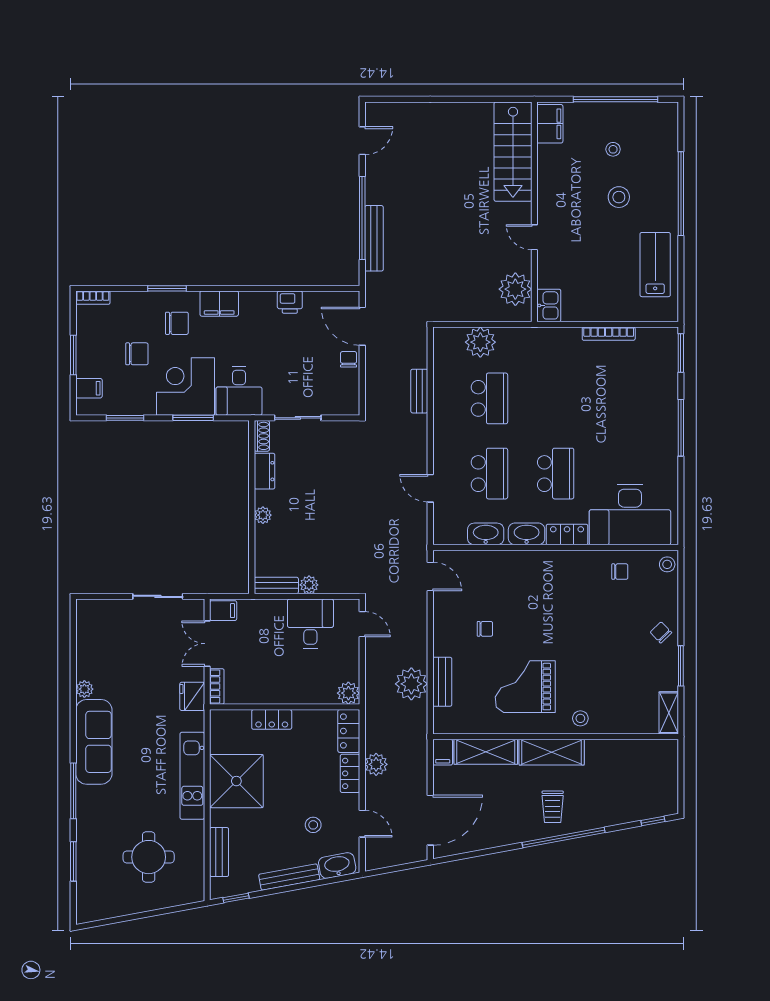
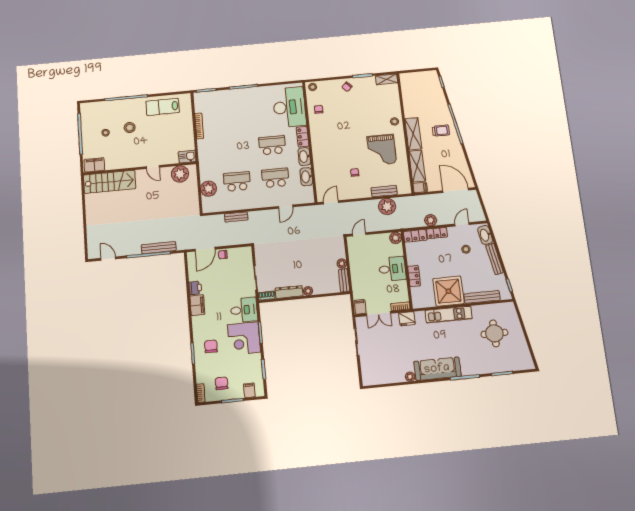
door: (534, 237) -> (153, 167), hinge flipped
filing cabinet: (219, 304) -> (197, 305), moved
chair: (137, 354) -> (222, 383), moved
dresser: (264, 471) -> (289, 292), width x1.44
desk: (310, 624) -> (392, 269), moved, turned 180
bench: (219, 852) -> (482, 297), width x1.36

